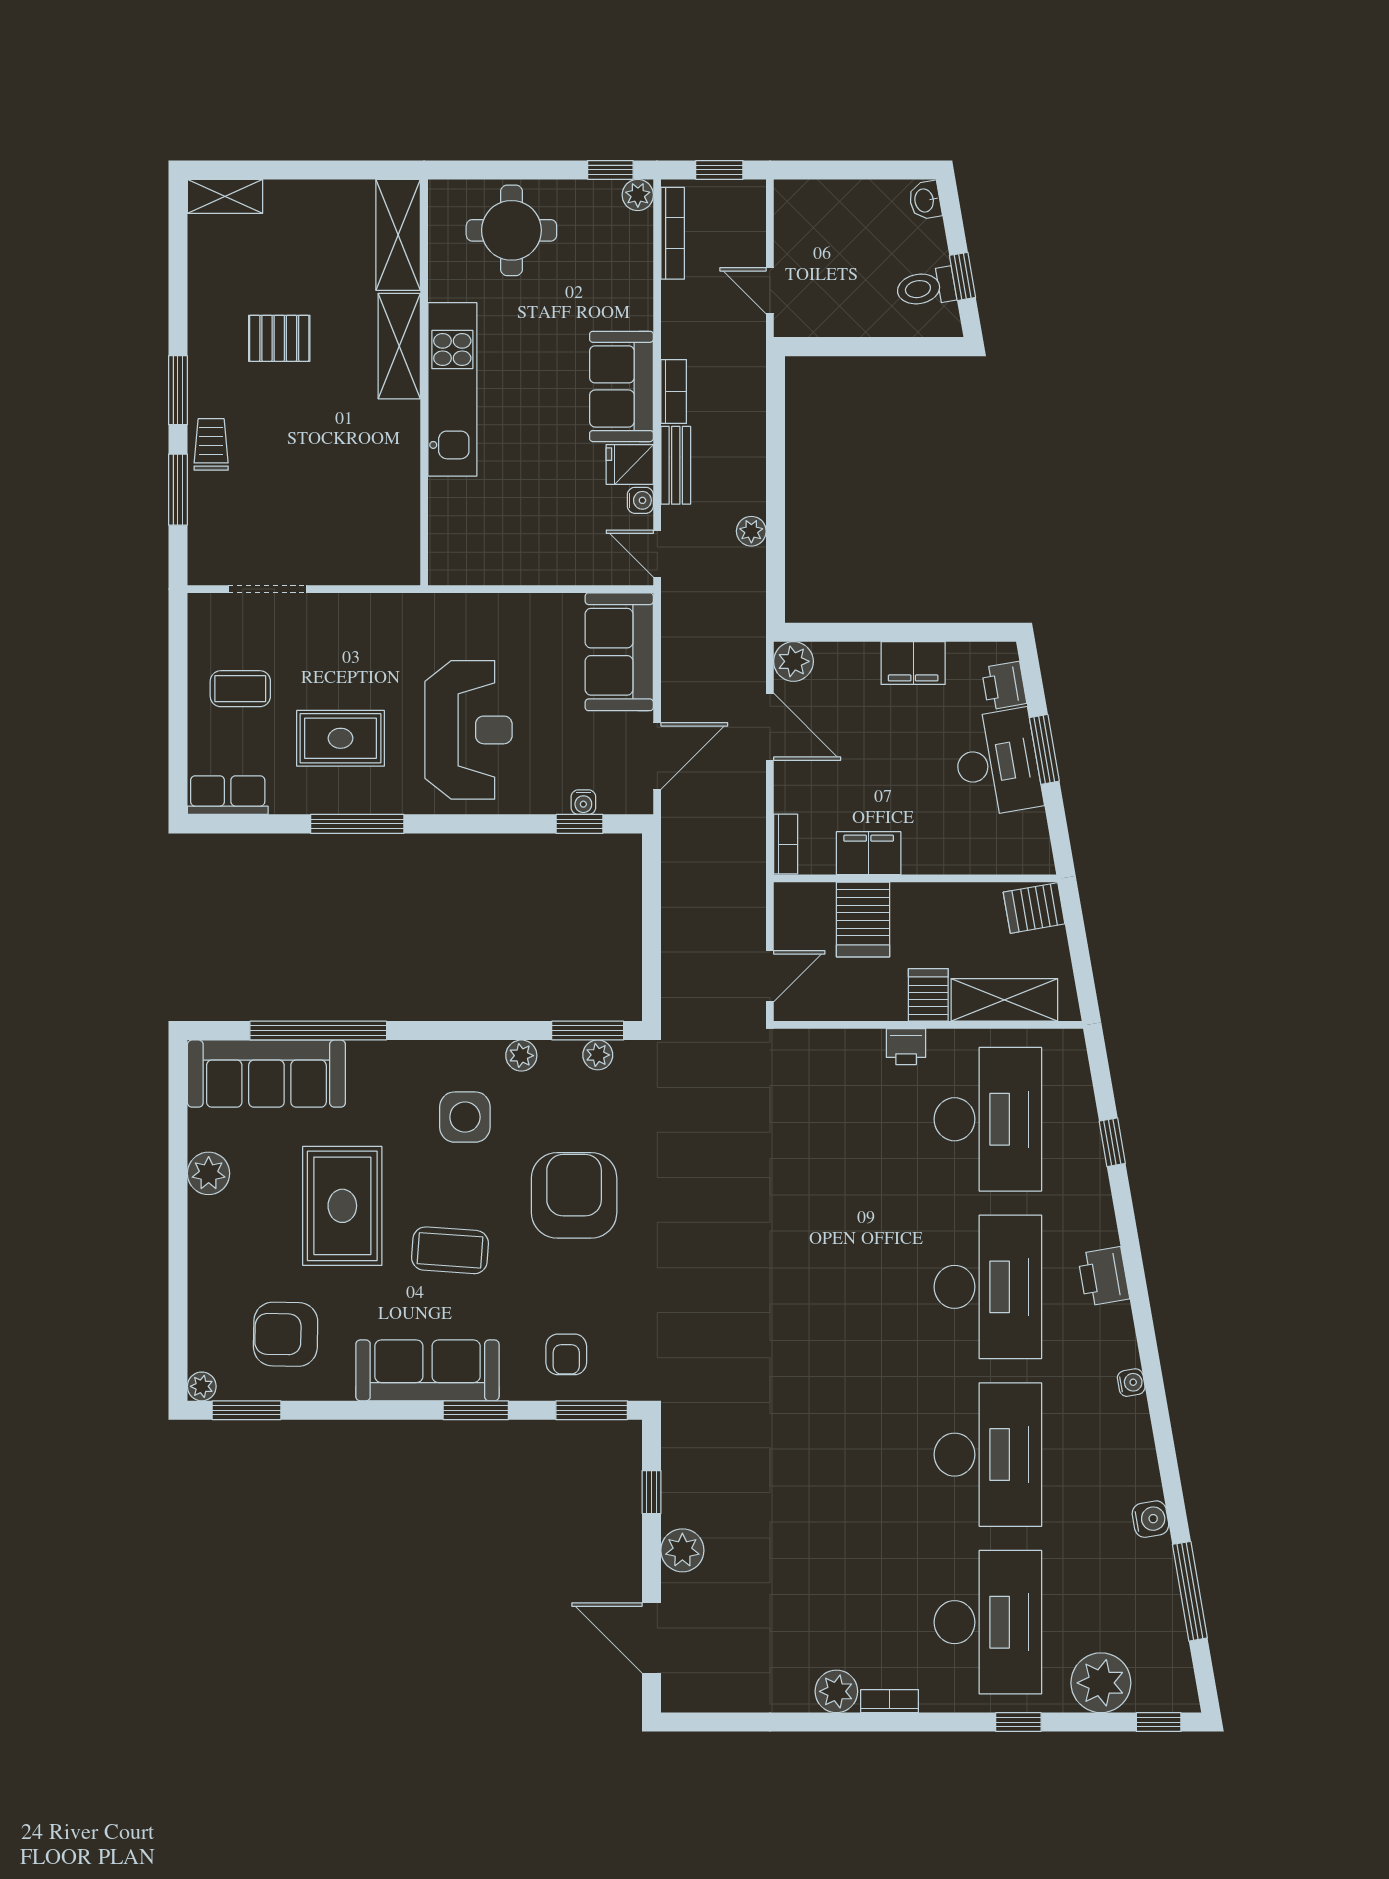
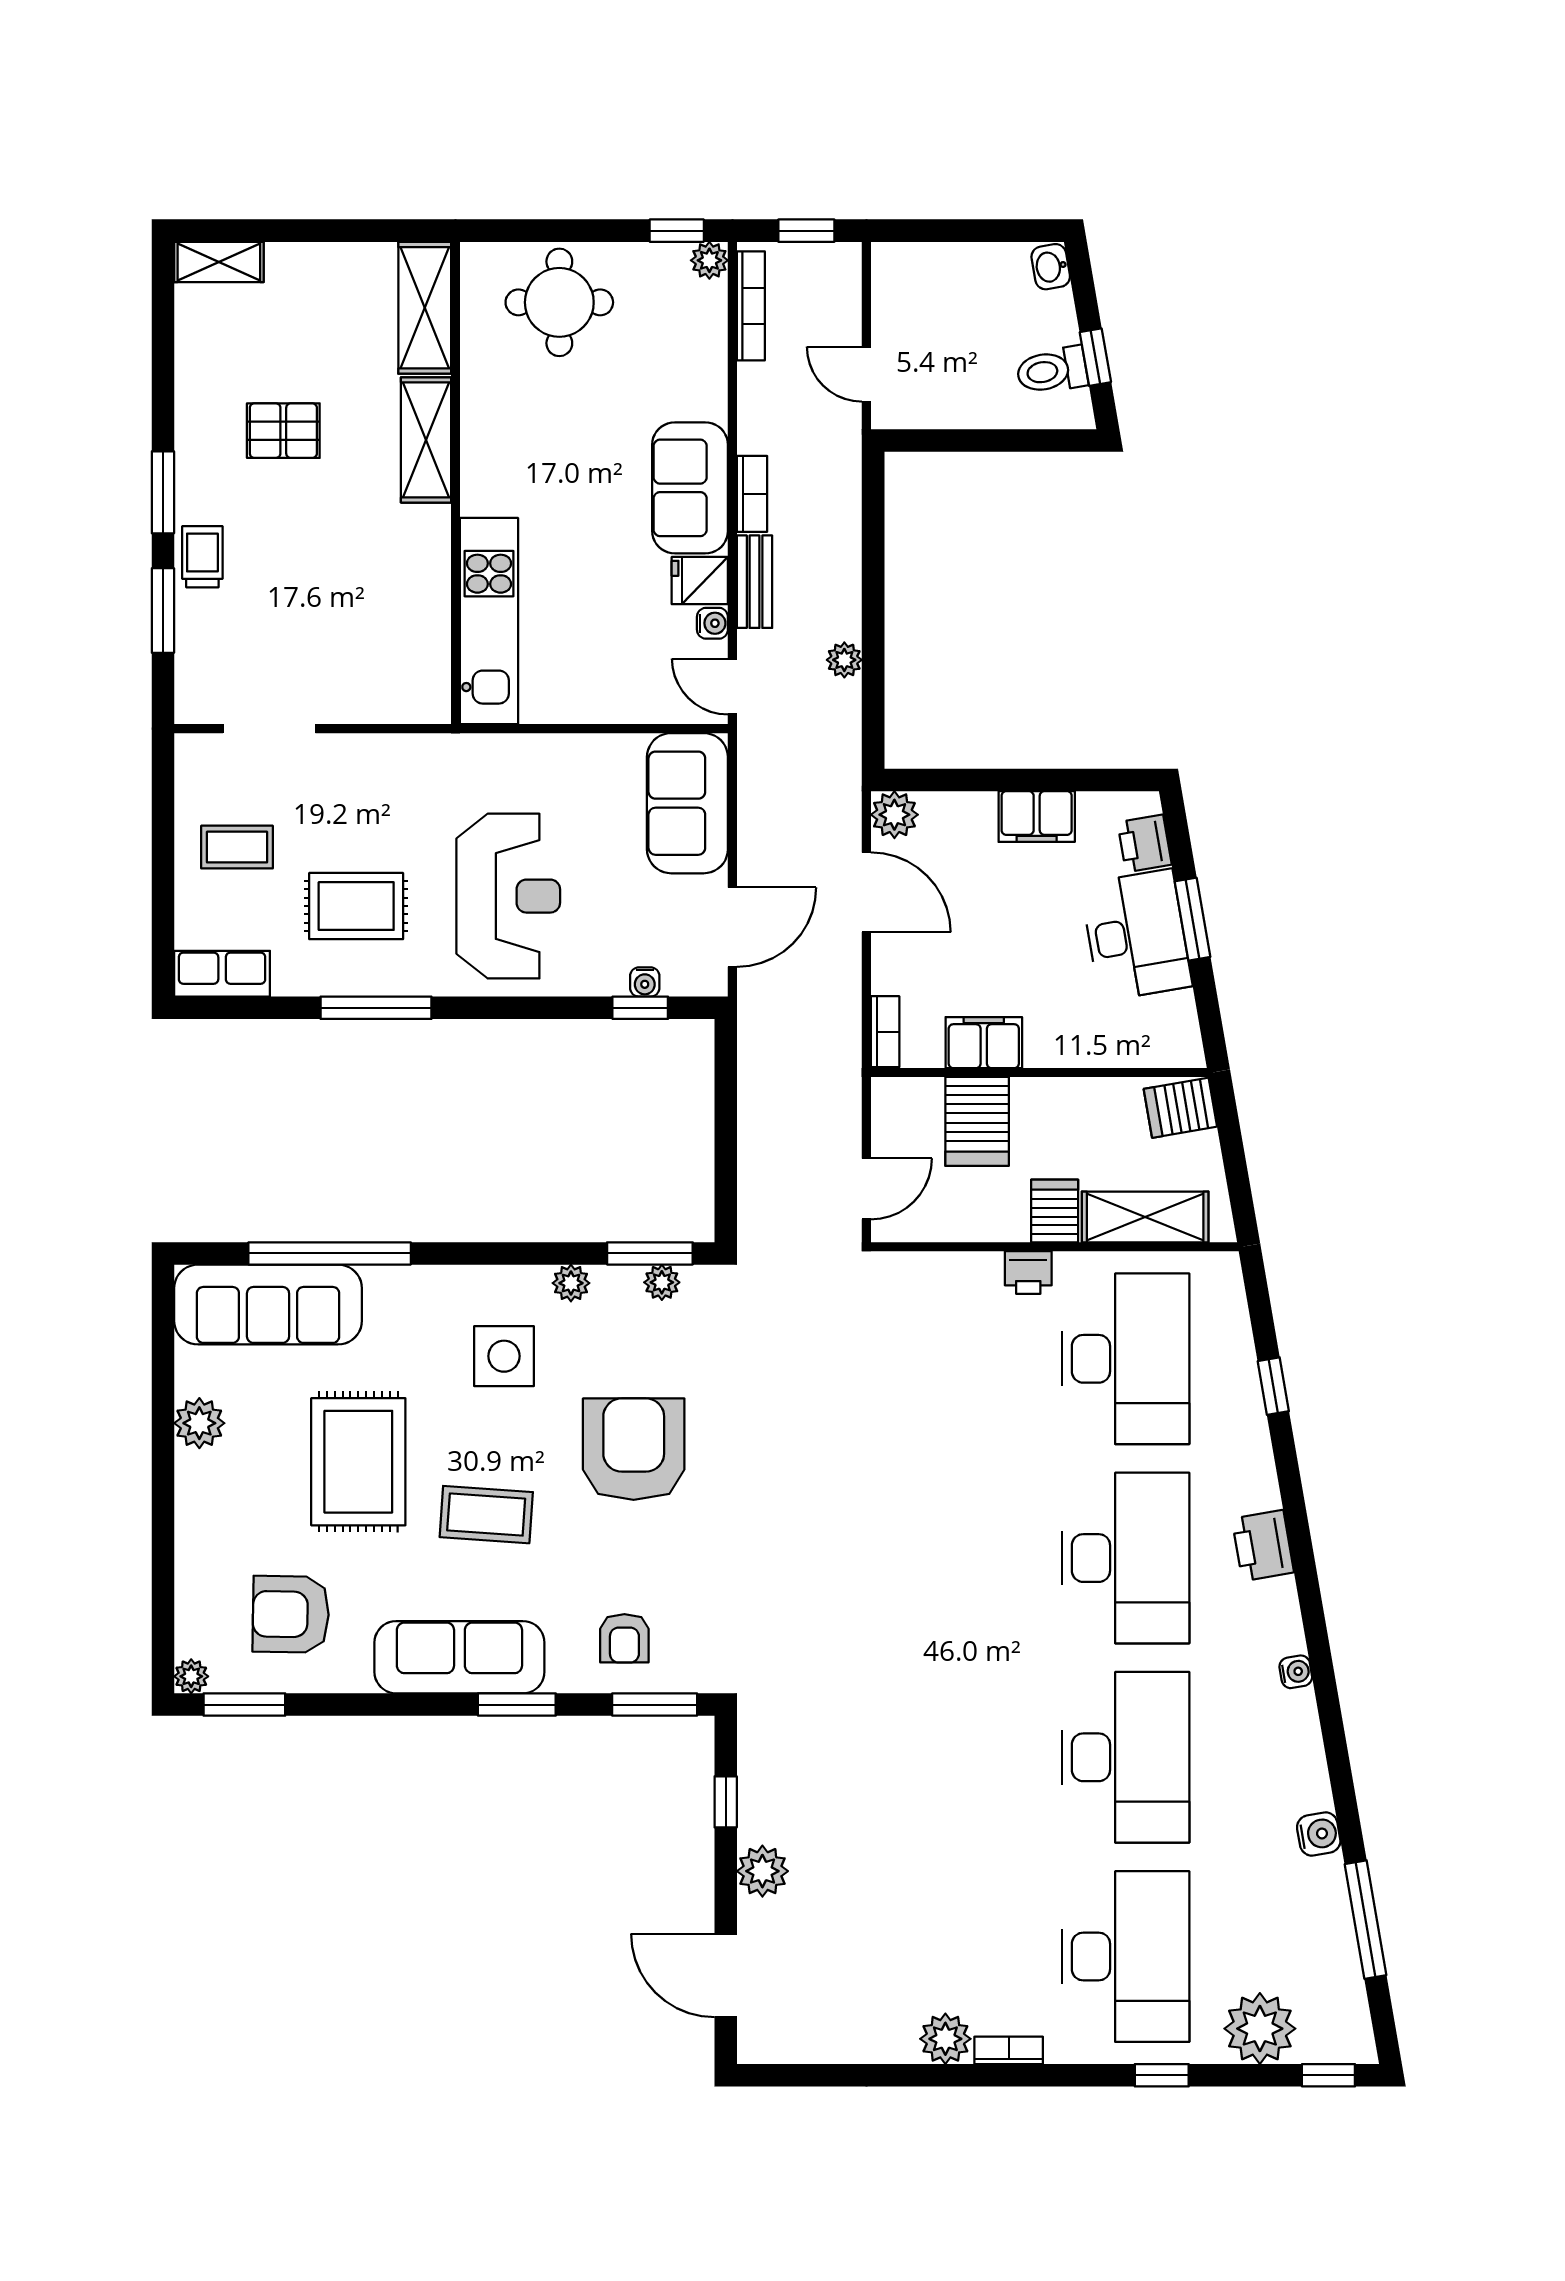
kitchen unit: (452, 389) -> (489, 621), moved

